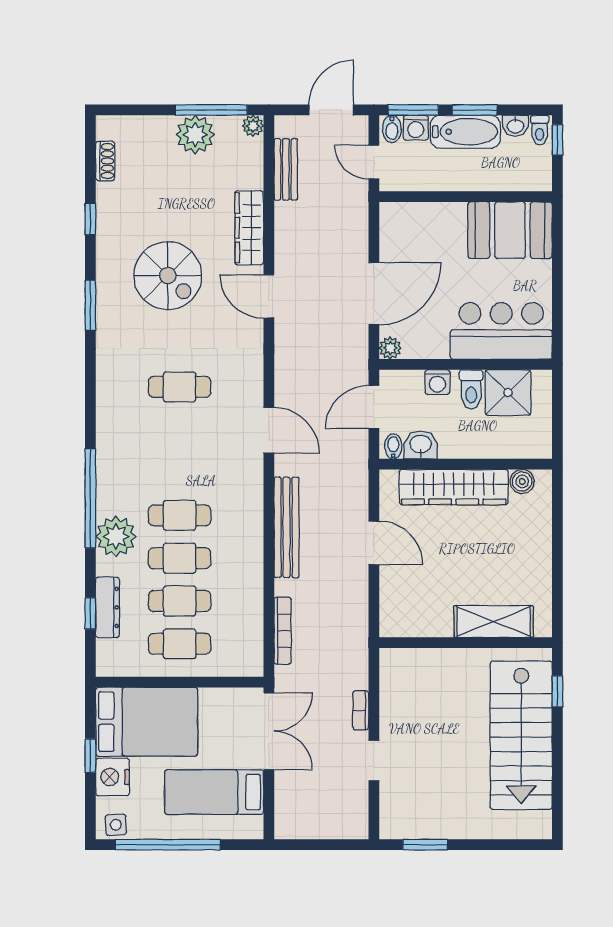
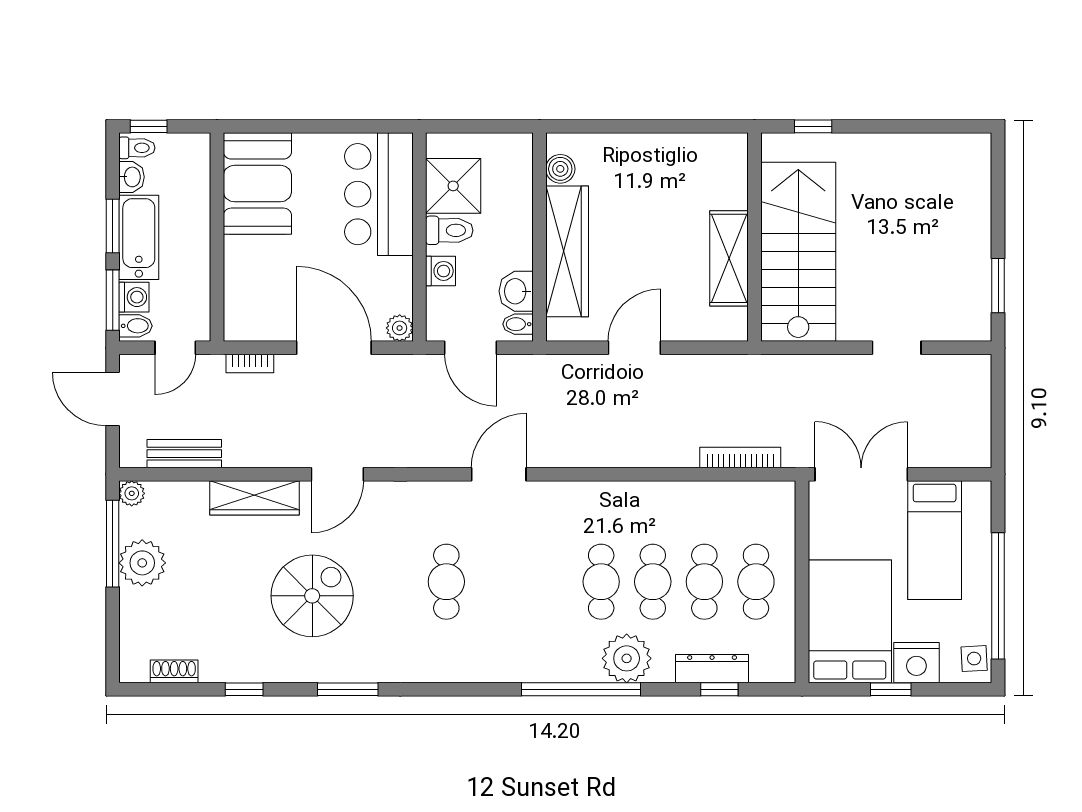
bench: (287, 527) -> (616, 453), removed
shelving: (494, 622) -> (729, 258), moved
bookcase: (361, 710) -> (250, 364), moved
stairs: (521, 735) -> (798, 252), moved, turned -90

